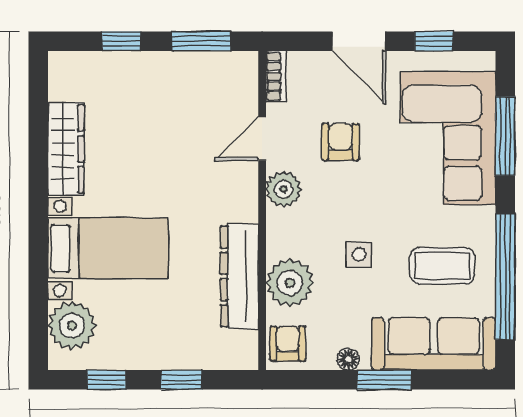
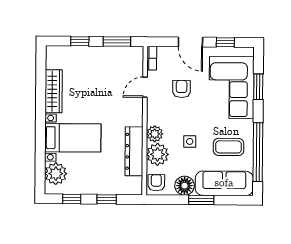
window: (505, 136) -> (258, 87), width x0.69
plant: (284, 189) -> (155, 134), moved
floor lamp: (348, 359) -> (185, 186), width x1.89, depth x1.89

